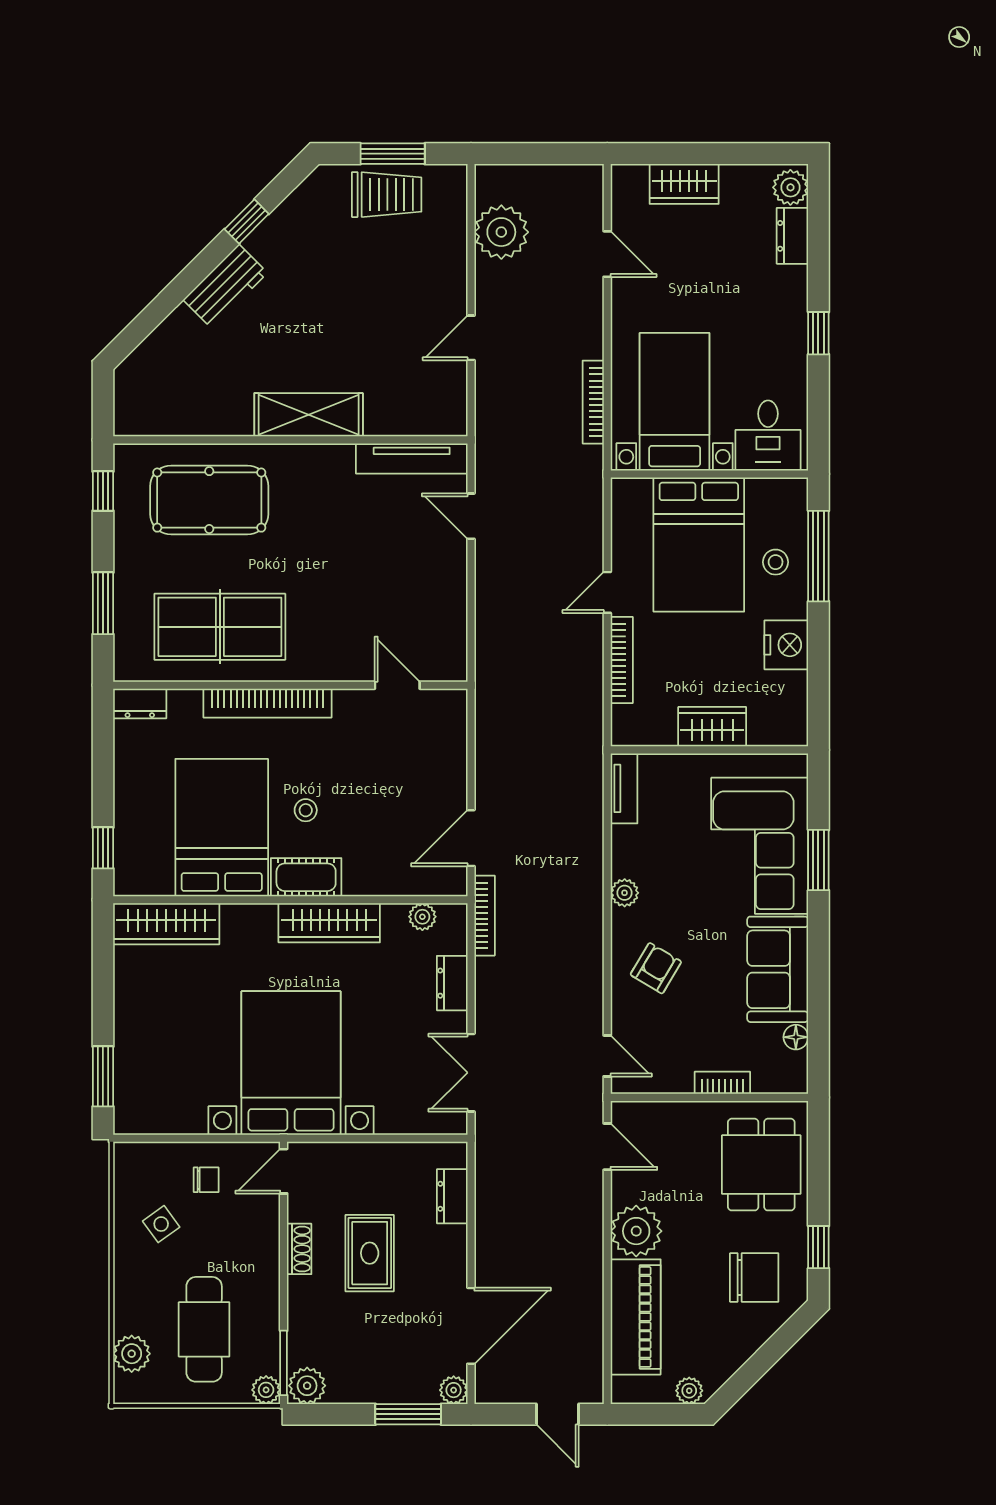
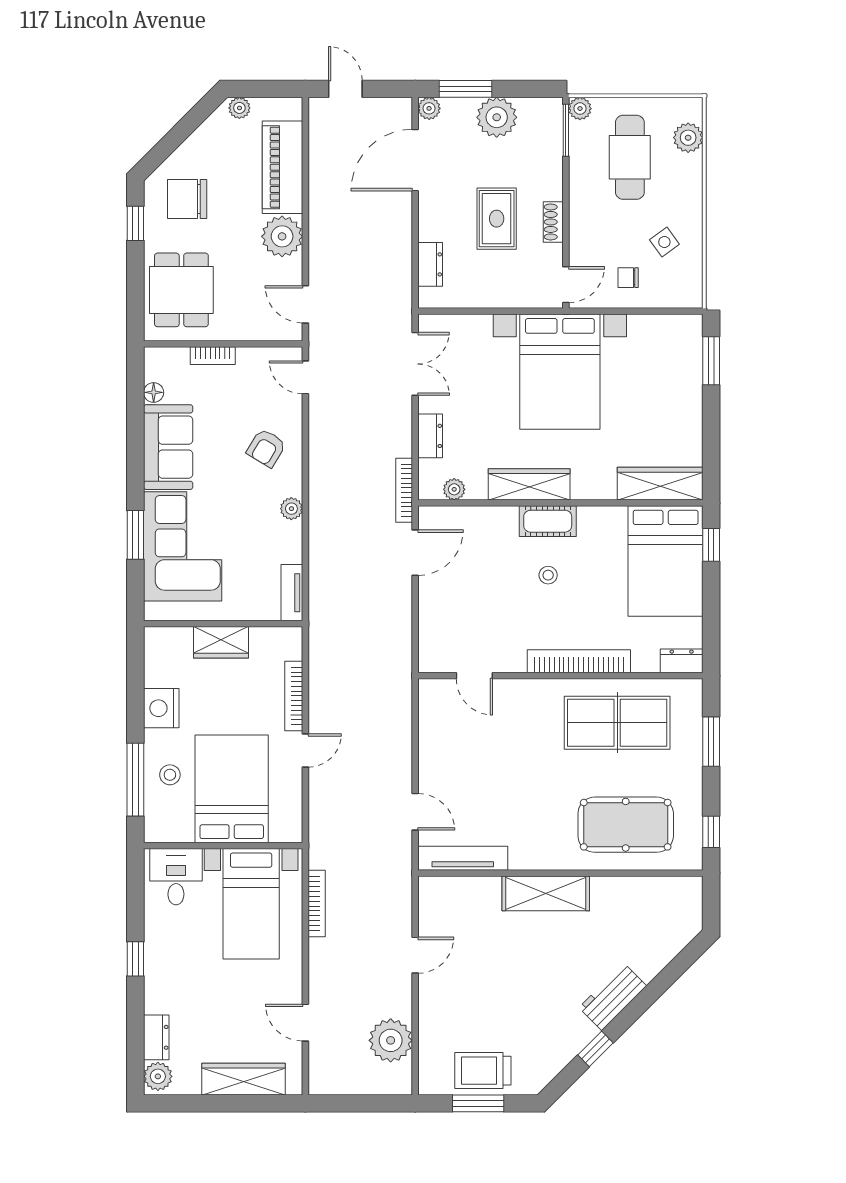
wardrobe: (684, 184) -> (244, 1079), width x1.50
bed: (222, 828) -> (666, 561), moved
plant: (307, 1386) -> (497, 117), moved, width x1.36, depth x1.36

